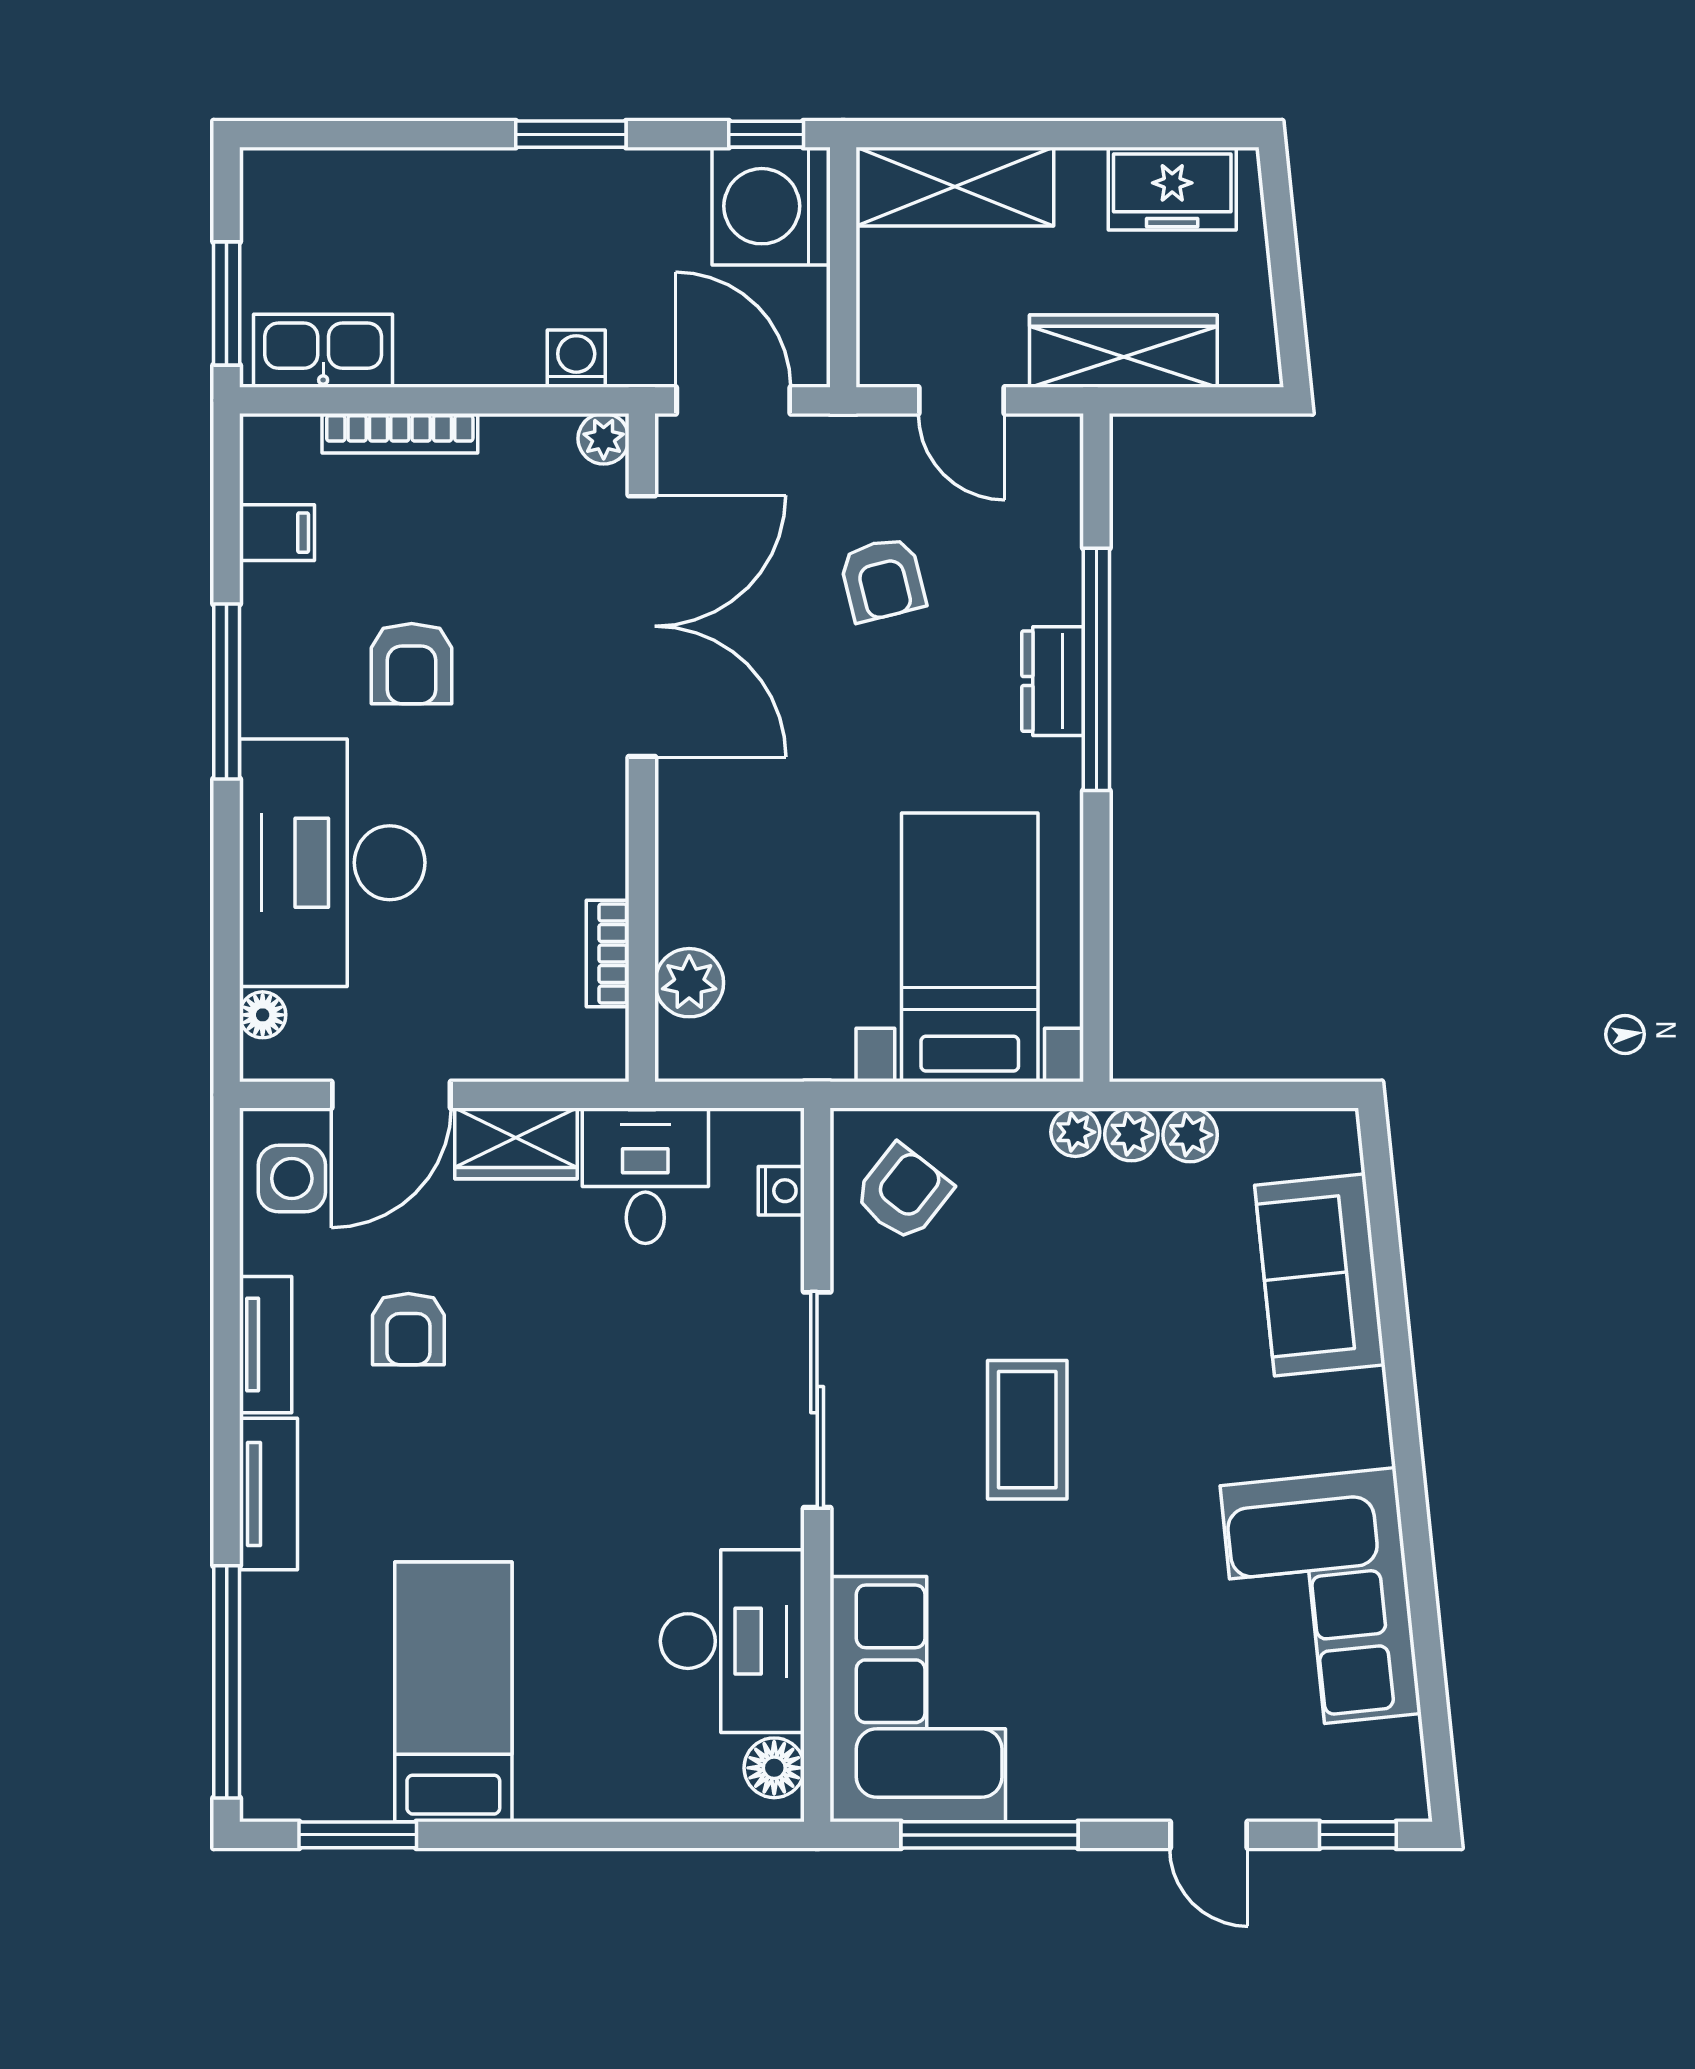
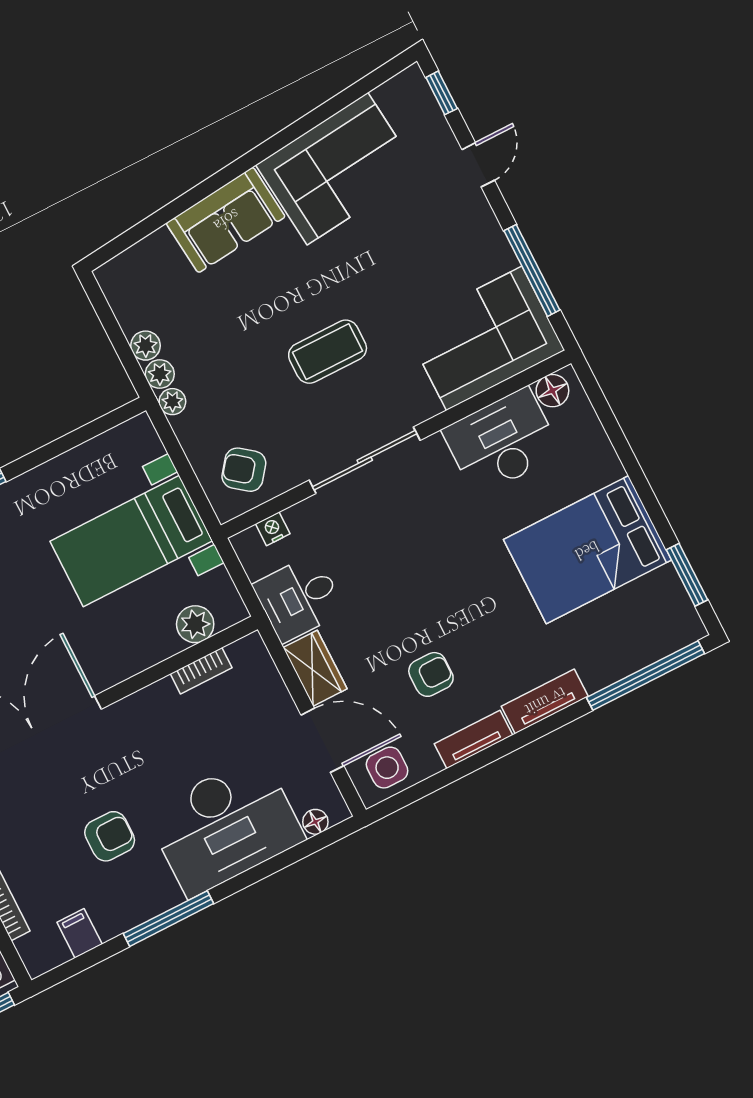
bed with nightstands: (970, 947) -> (131, 541), moved
sofa: (1320, 1275) -> (226, 220), moved
bed: (453, 1692) -> (587, 550), width x1.50

